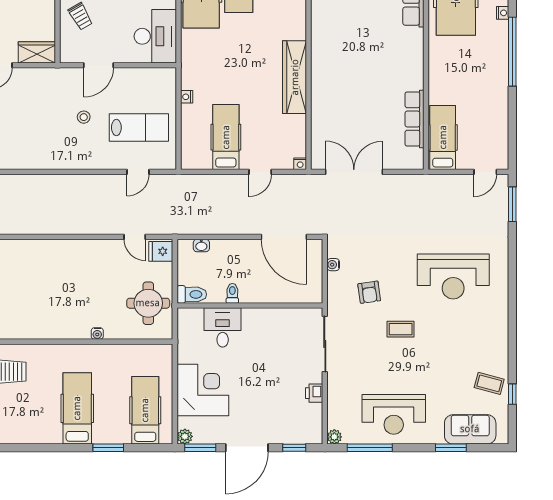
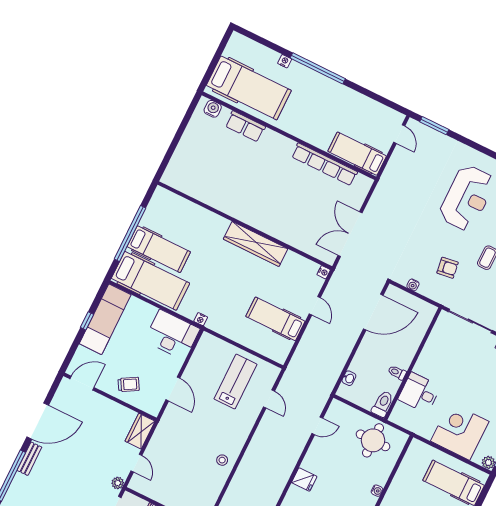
nightstand: (187, 97) -> (201, 319), moved
stool: (84, 117) -> (222, 460), moved
row of seats: (415, 119) -> (324, 164), width x1.36
fridge: (161, 251) -> (304, 480), moved, turned -90

